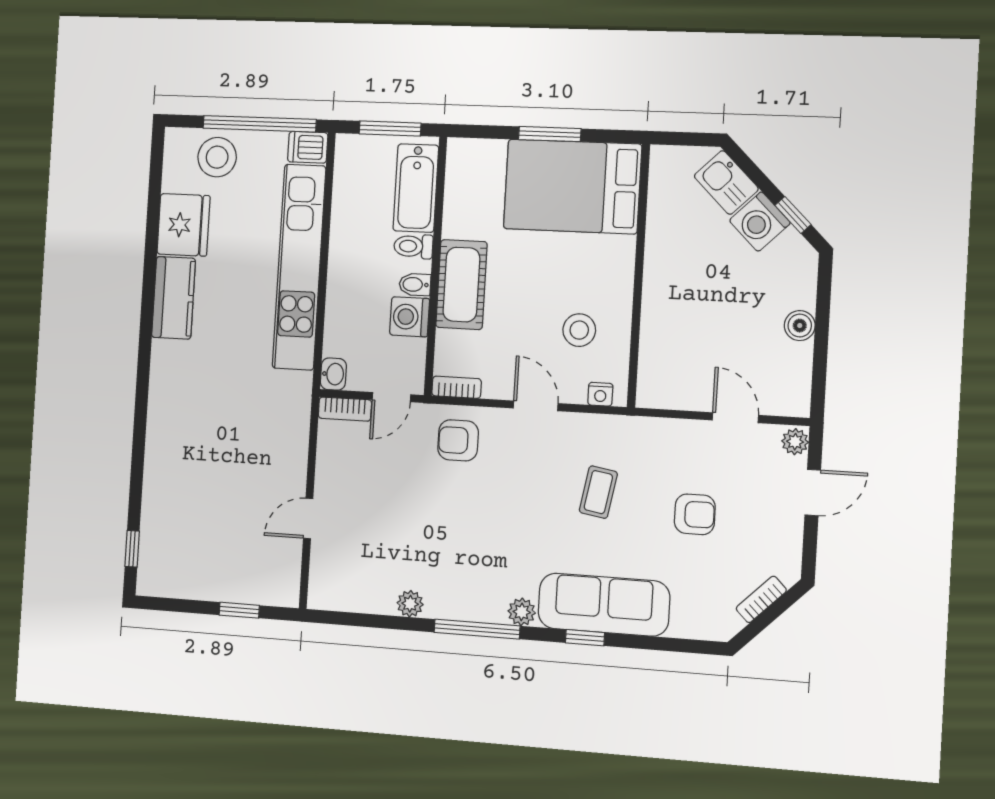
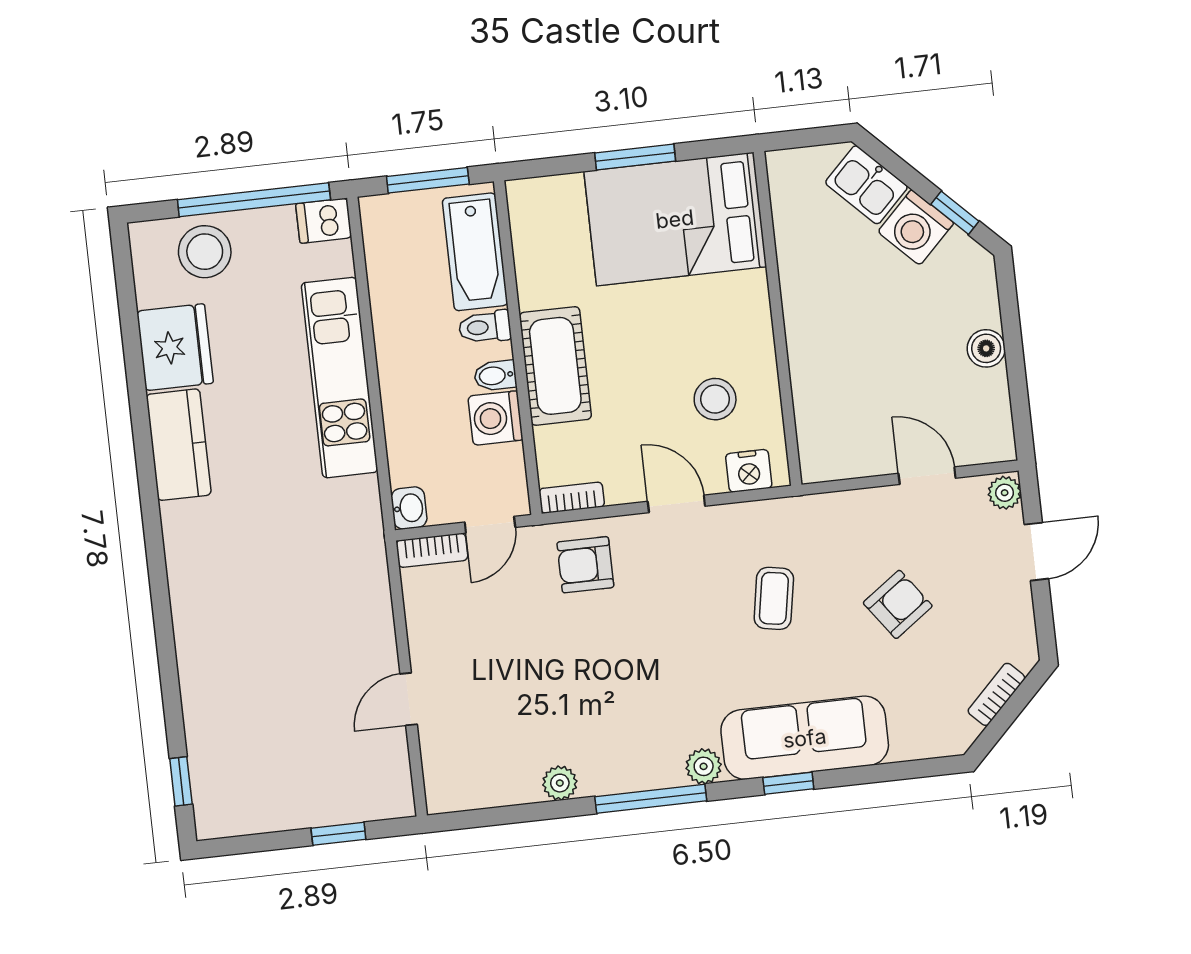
kitchen unit: (299, 267) -> (340, 378), width x0.73
nightstand: (600, 394) -> (749, 471), width x1.39, depth x1.35
armchair: (695, 514) -> (898, 604), turned -36

